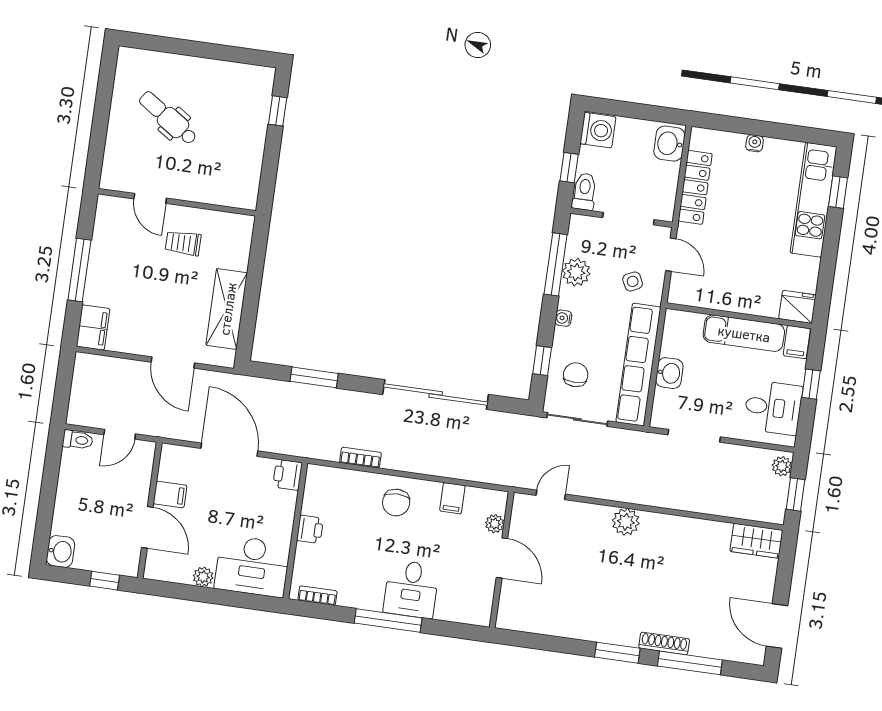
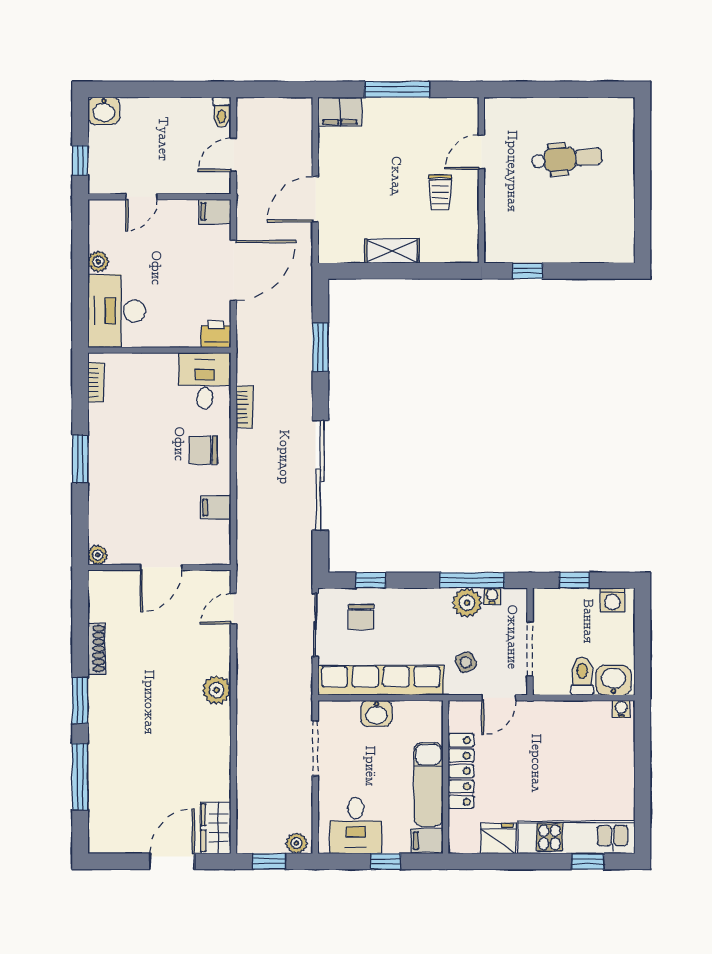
window: (278, 111) -> (528, 271), moved
dental chair: (168, 118) -> (567, 159), turned 51
washing machine: (598, 130) -> (612, 600), width x0.73, depth x0.73
water cooler: (755, 143) -> (621, 709), moved, turned -90
locker: (695, 187) -> (461, 771), moved, turned -90
toilet: (584, 192) -> (582, 676), moved, turned -90
trolley: (183, 243) -> (440, 193), turned 180
fridge: (797, 307) -> (498, 839), moved, turned -90
shelving: (227, 309) -> (392, 251), width x0.67, depth x0.75
water cooler: (563, 318) -> (492, 596), moved
chair: (576, 375) -> (361, 617), turned 90
door: (120, 434) -> (233, 155), hinge flipped
filing cabinet: (170, 495) -> (215, 211), moved, turned 90
door: (551, 495) -> (233, 609), swing flipped
plant: (495, 524) -> (98, 555), moved
door: (147, 527) -> (141, 197), width x0.73
printer: (310, 529) -> (163, 365), removed
desk: (411, 589) -> (205, 381), moved, turned 90
window: (388, 621) -> (80, 459), width x0.69
door: (777, 626) -> (172, 861), moved
shoe rack: (664, 643) -> (96, 649), moved

